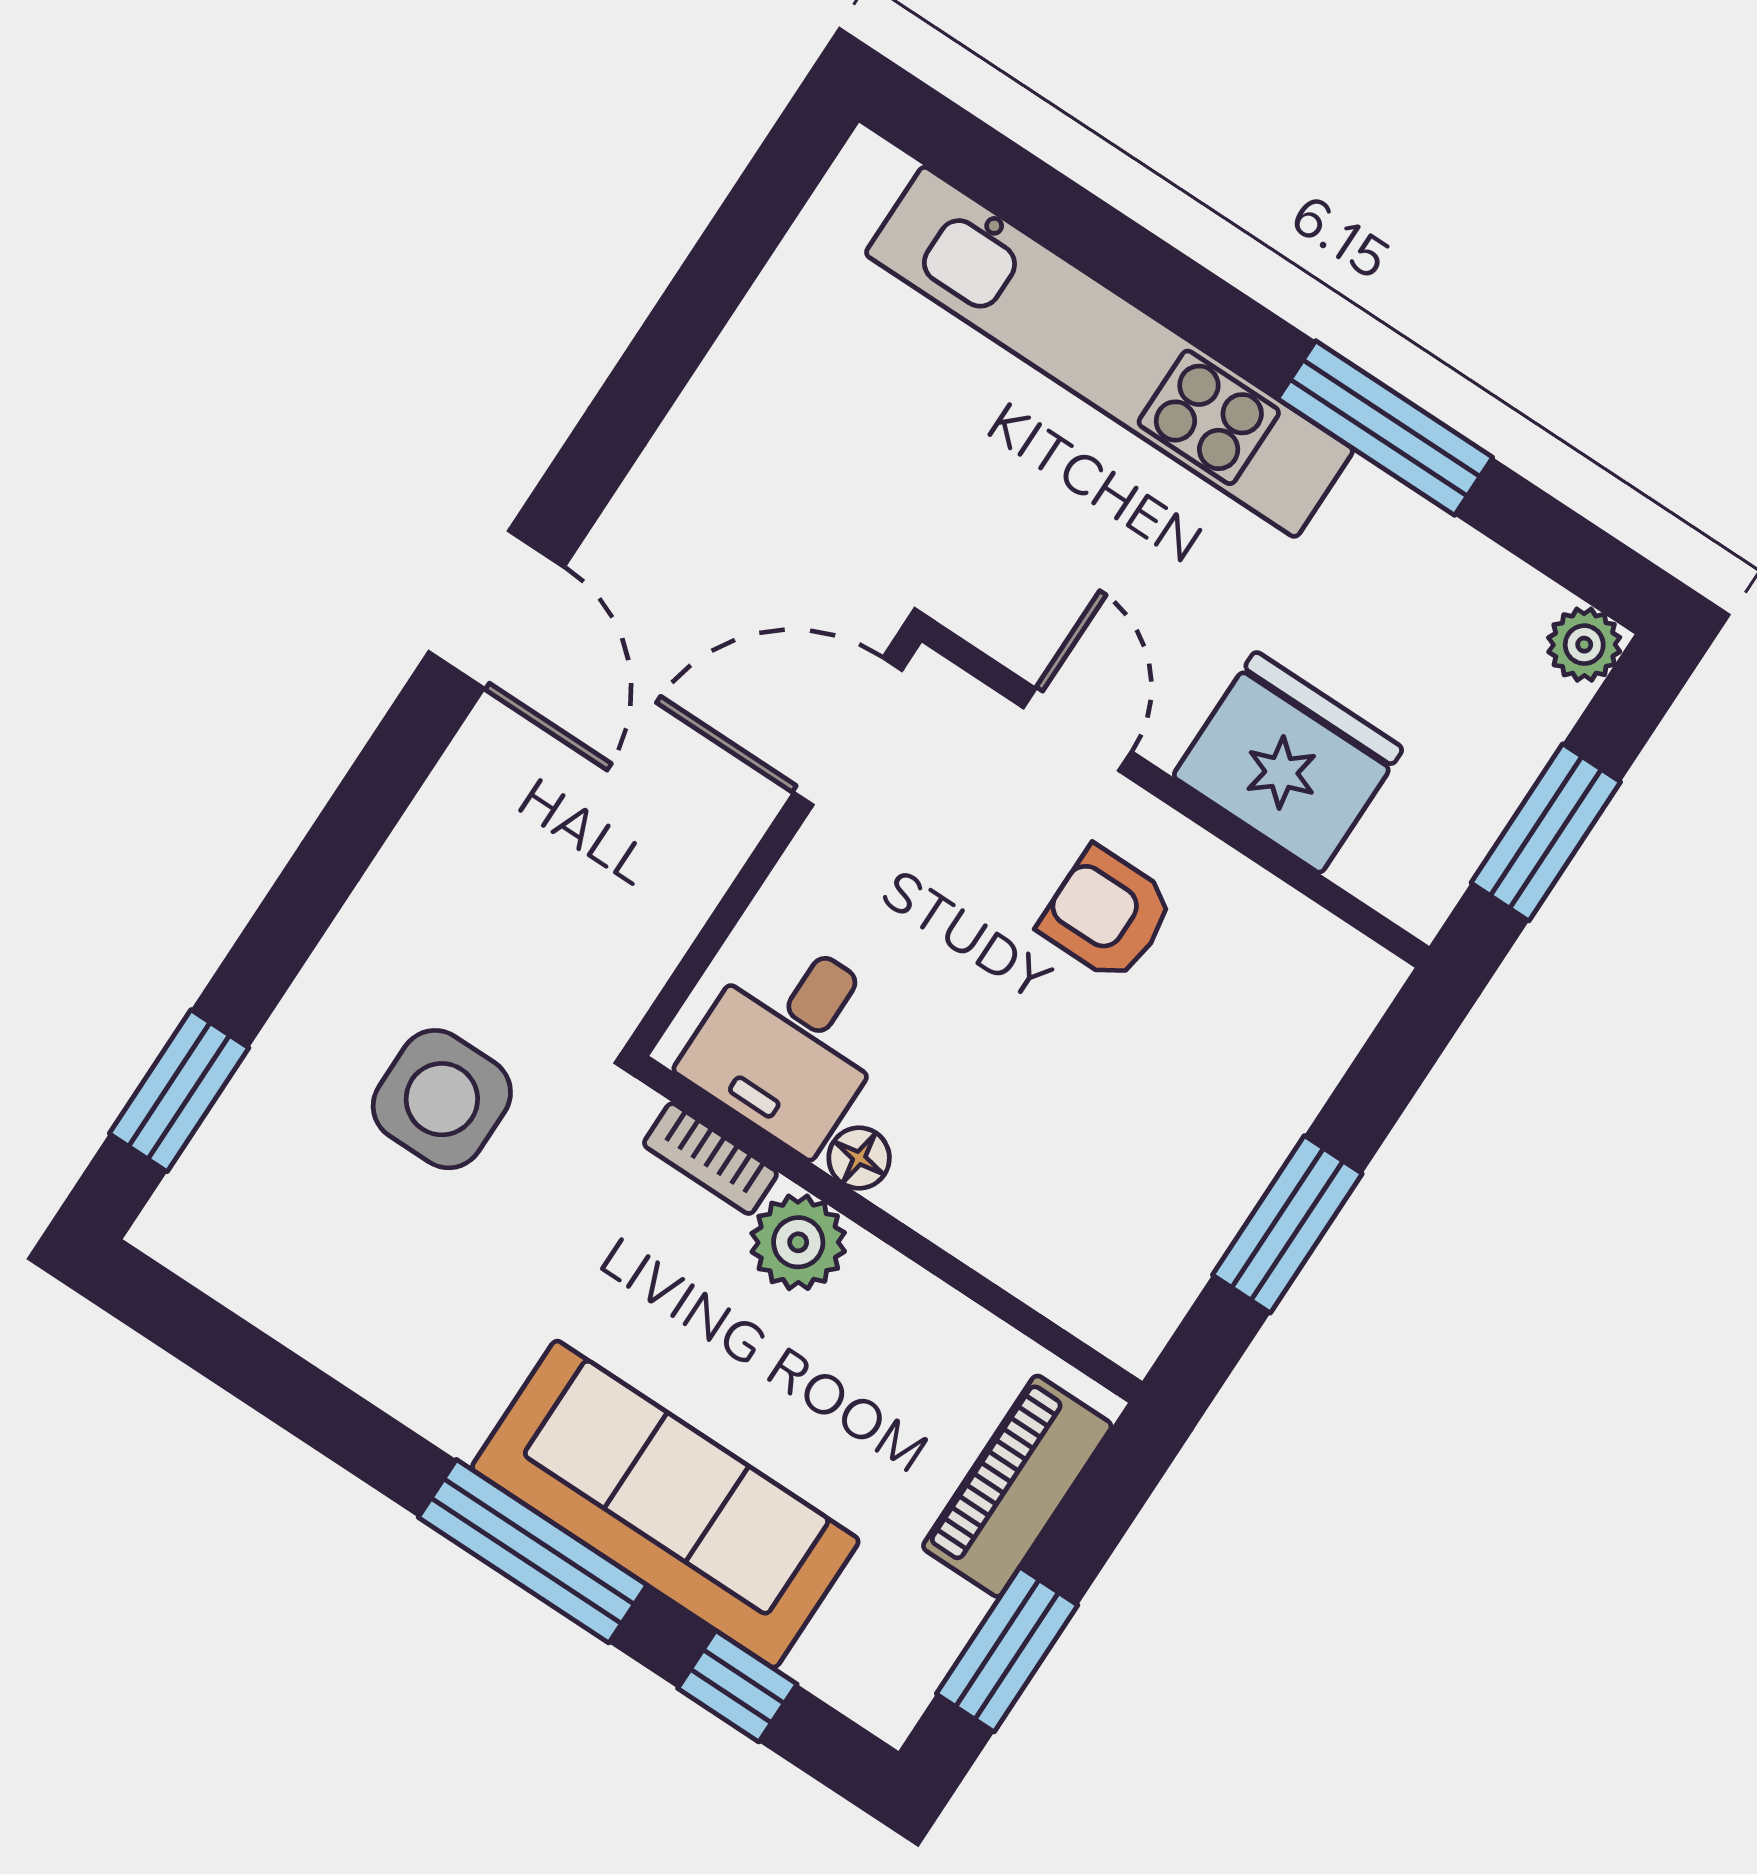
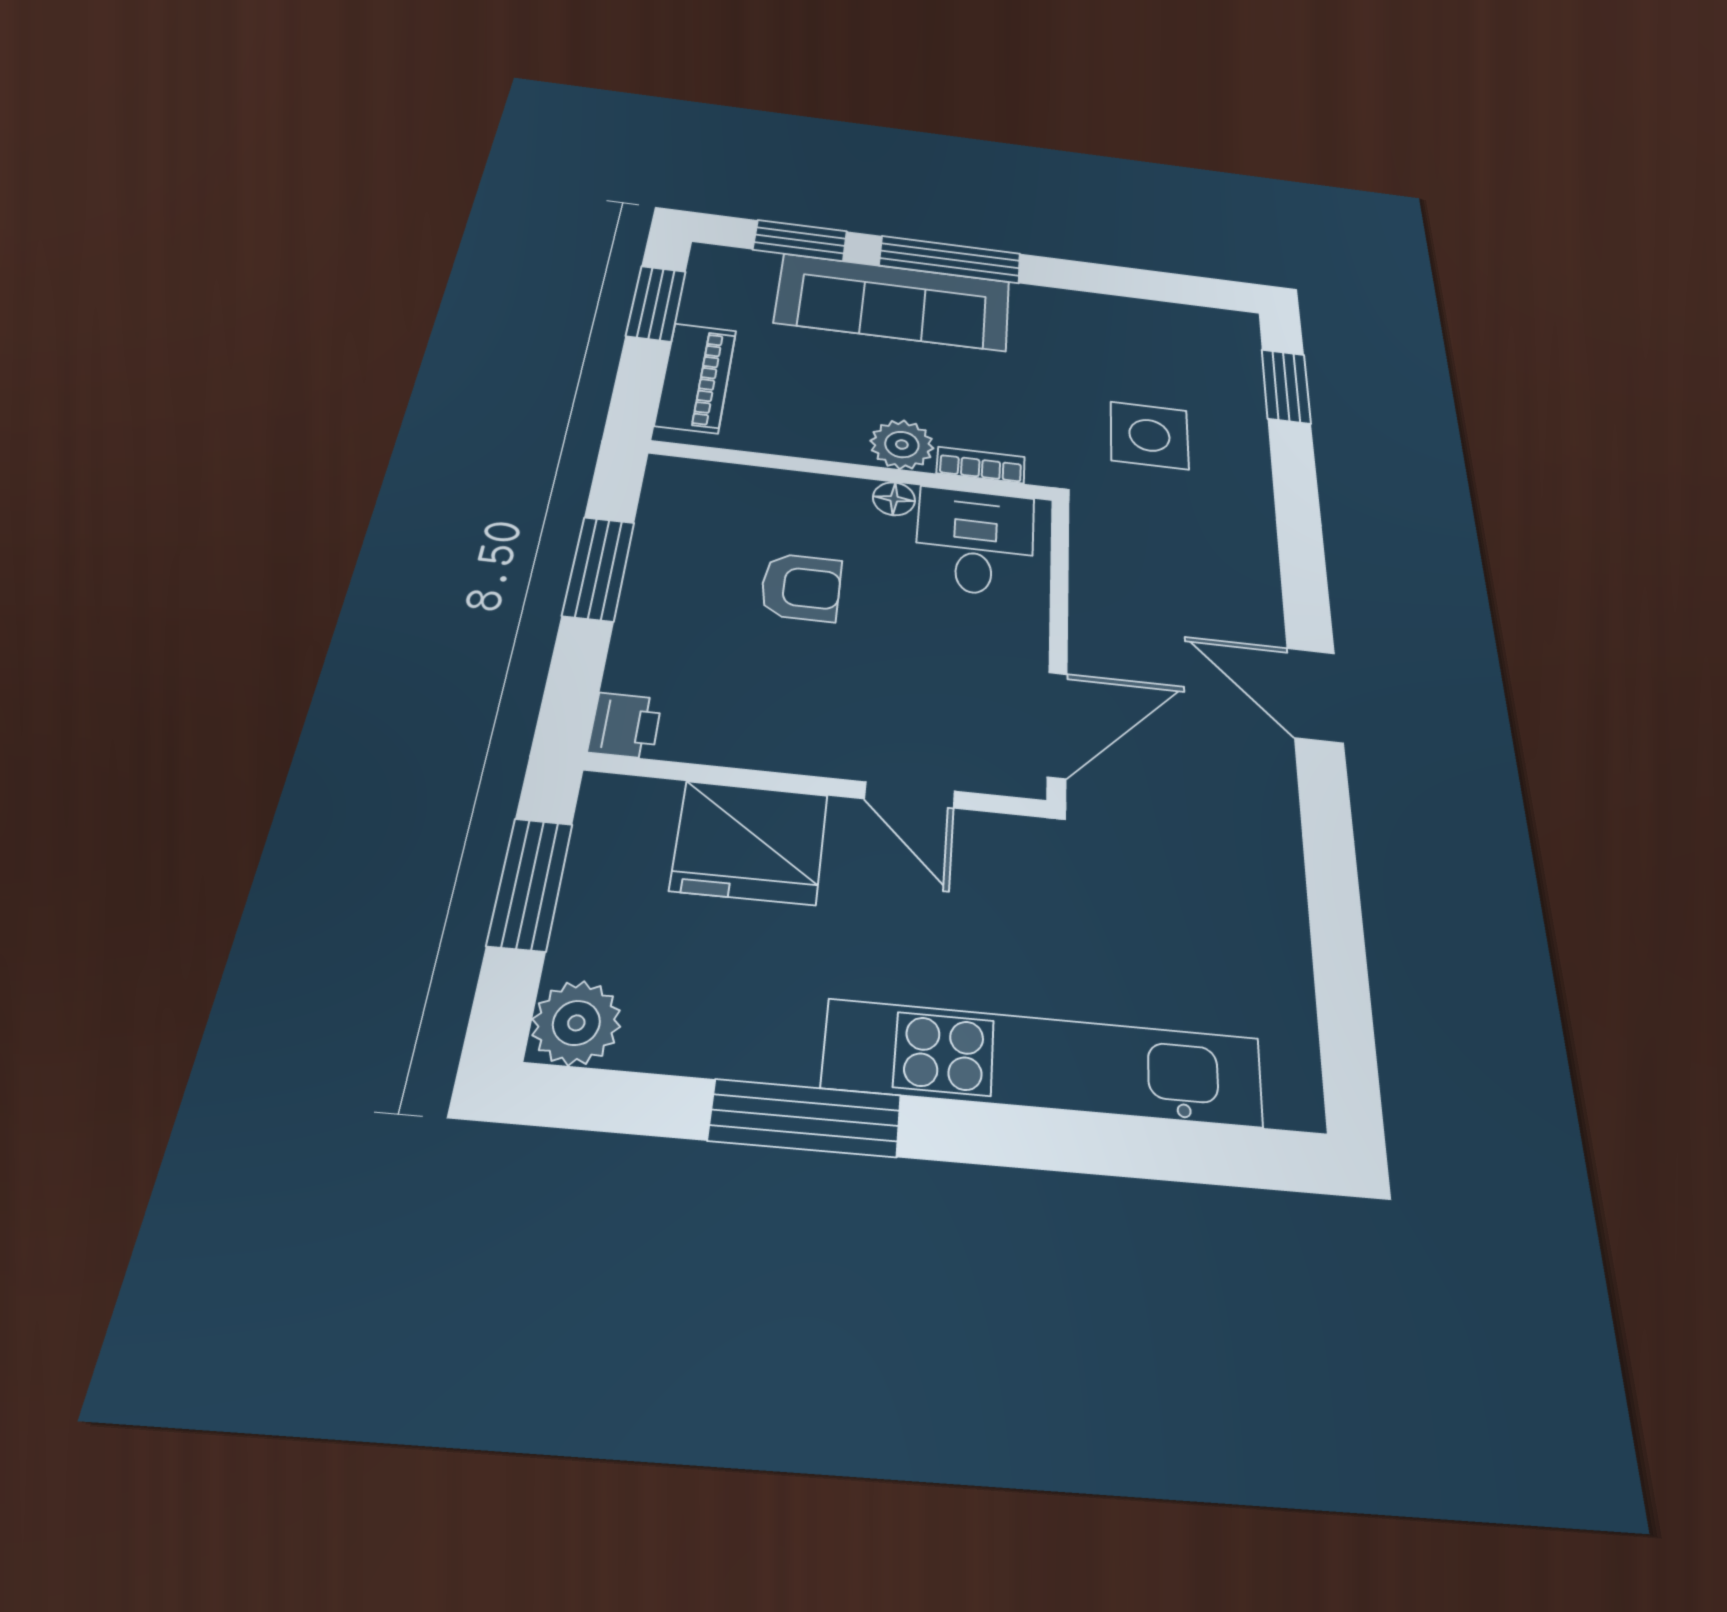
plant: (1584, 645) -> (576, 1023), width x1.38, depth x1.38
armchair: (1107, 914) -> (801, 587), moved
printer: (1356, 983) -> (625, 725), added
window: (737, 1686) -> (800, 240), width x1.50

